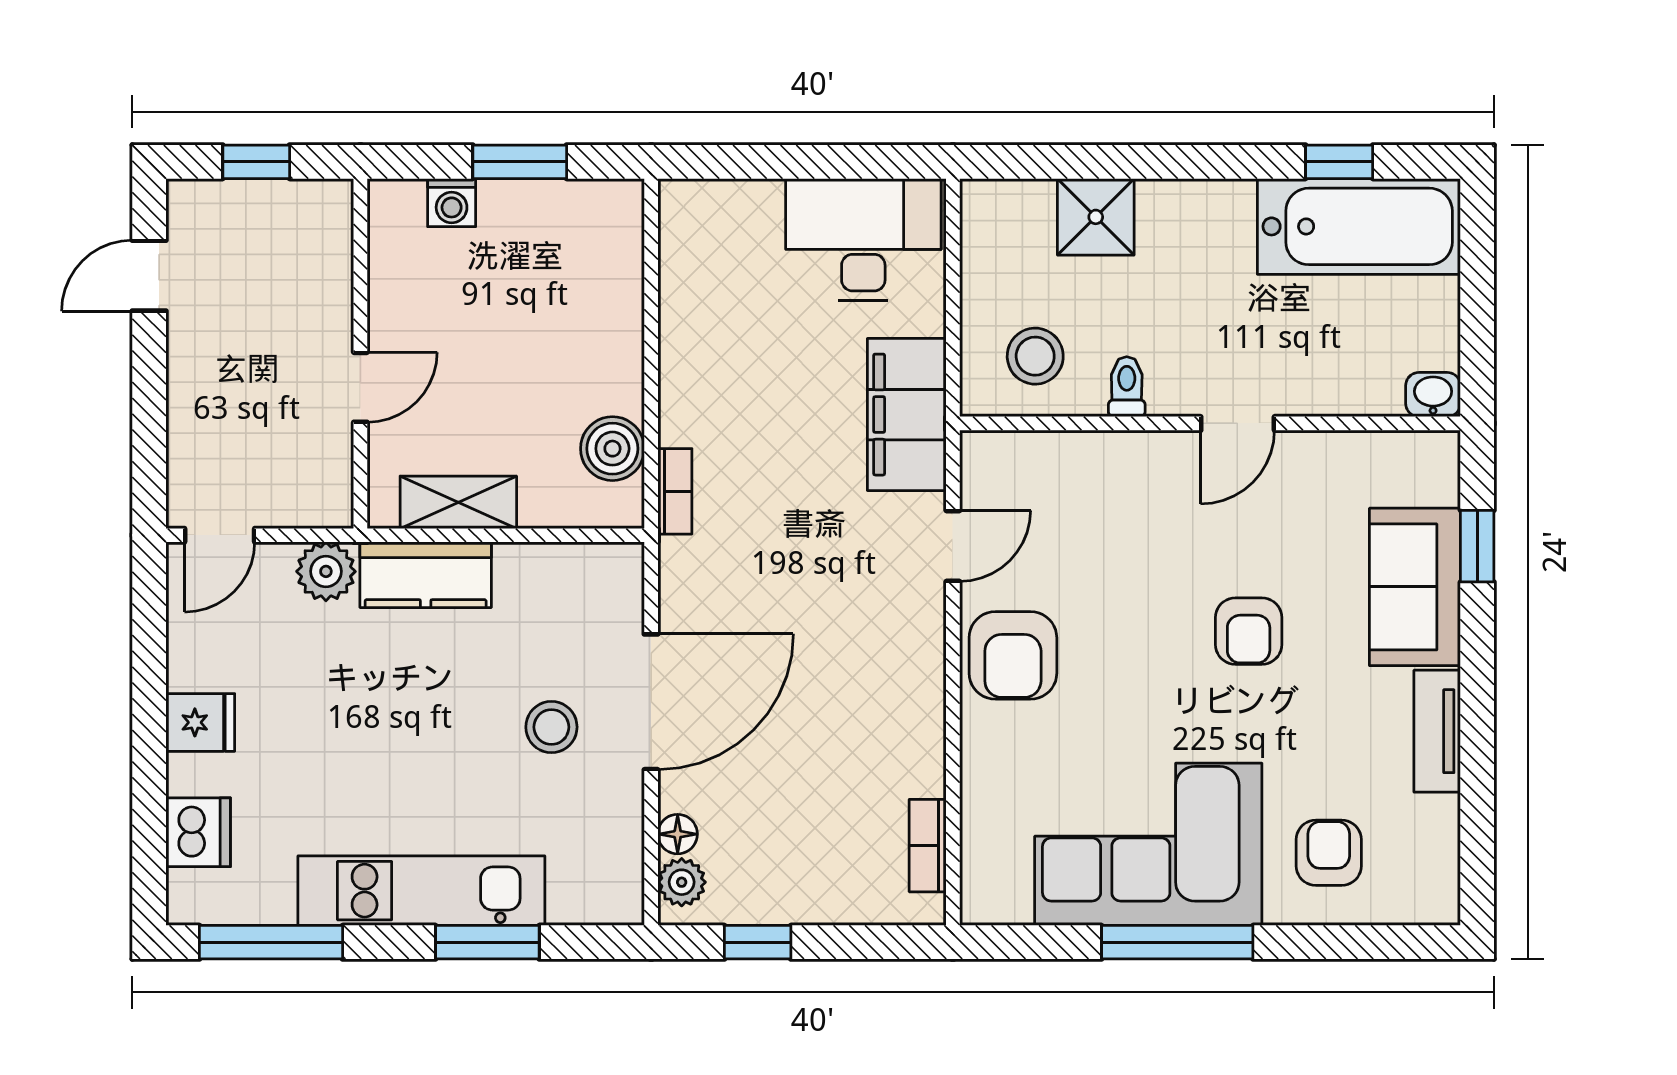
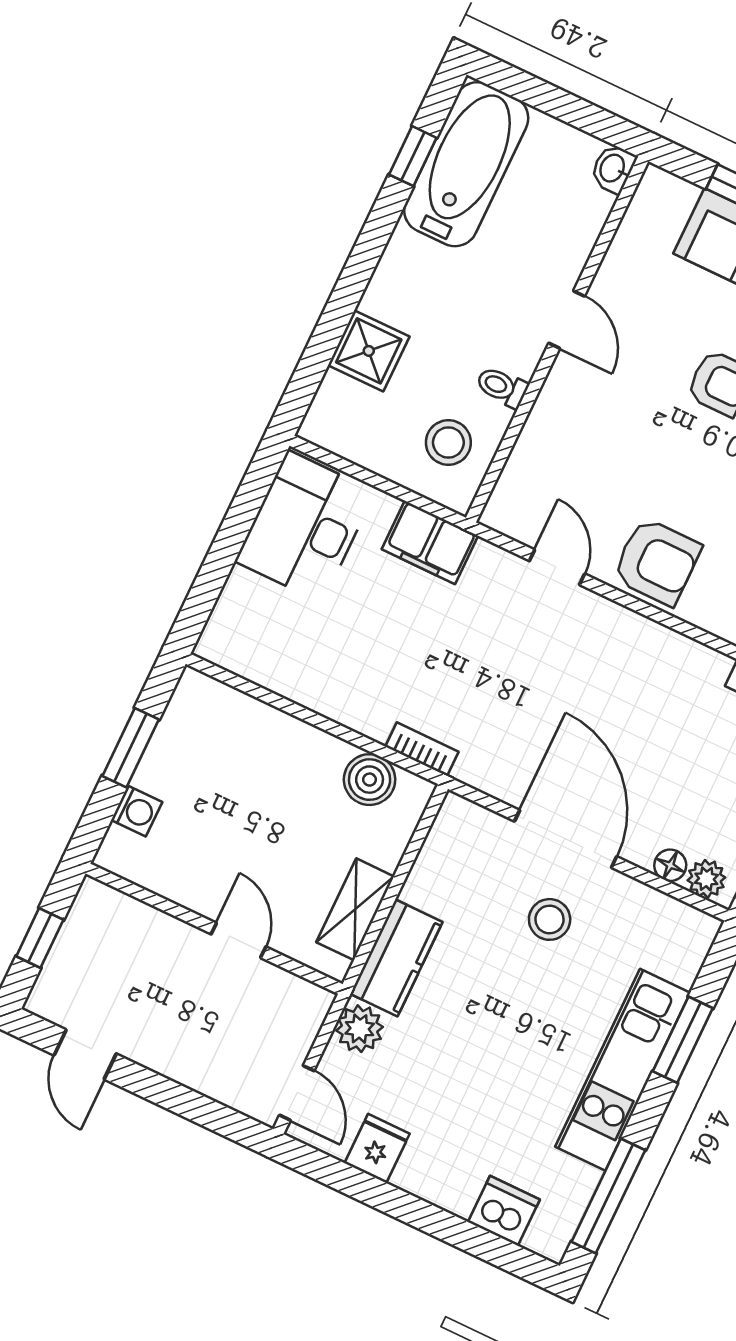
filing cabinet: (907, 415) -> (430, 543), width x0.67, depth x0.86
fridge: (200, 722) -> (377, 1148), moved

